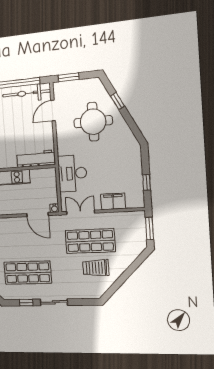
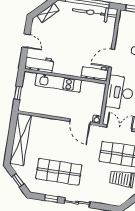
door: (53, 111) -> (111, 58), moved
workbench: (36, 159) -> (95, 73), width x0.73

